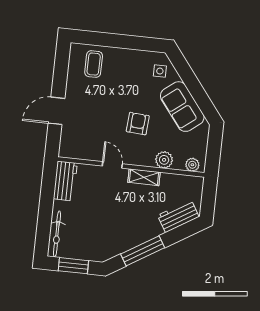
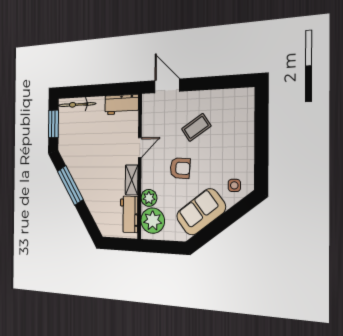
coffee table: (94, 64) -> (196, 127), moved, turned -34
door: (56, 111) -> (167, 86), moved
plant: (192, 165) -> (153, 221), width x1.88, depth x1.88
workbench: (178, 216) -> (129, 214), moved, turned -148

